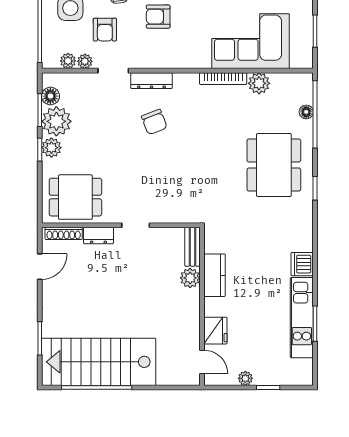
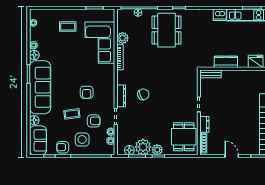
dining table: (274, 165) -> (167, 30), turned 90
door: (40, 267) -> (232, 156), moved
plant: (190, 278) -> (227, 75), removed

